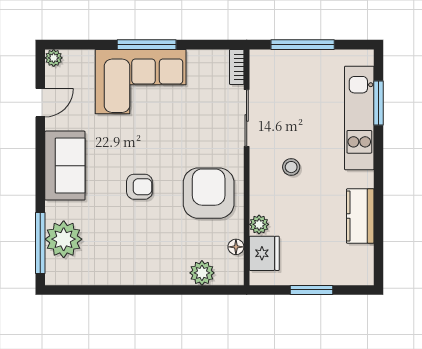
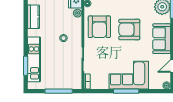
armchair: (139, 187) -> (129, 30), width x1.88, depth x1.88

